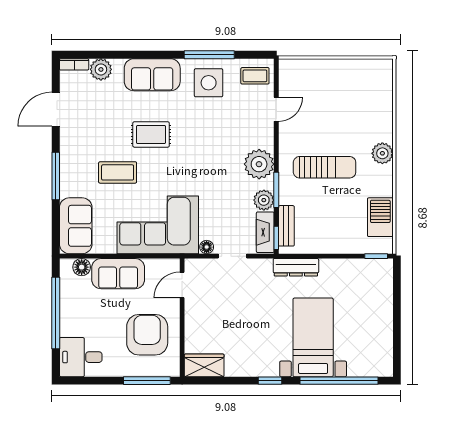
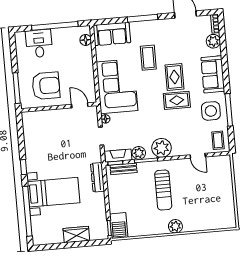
rug: (187, 134) -> (177, 100), added
barbecue: (380, 217) -> (119, 226), moved, turned 90
sofa: (118, 274) -> (84, 64), removed
desk: (81, 357) -> (39, 43), moved
wardrobe: (204, 365) -> (76, 234), moved, turned -90

